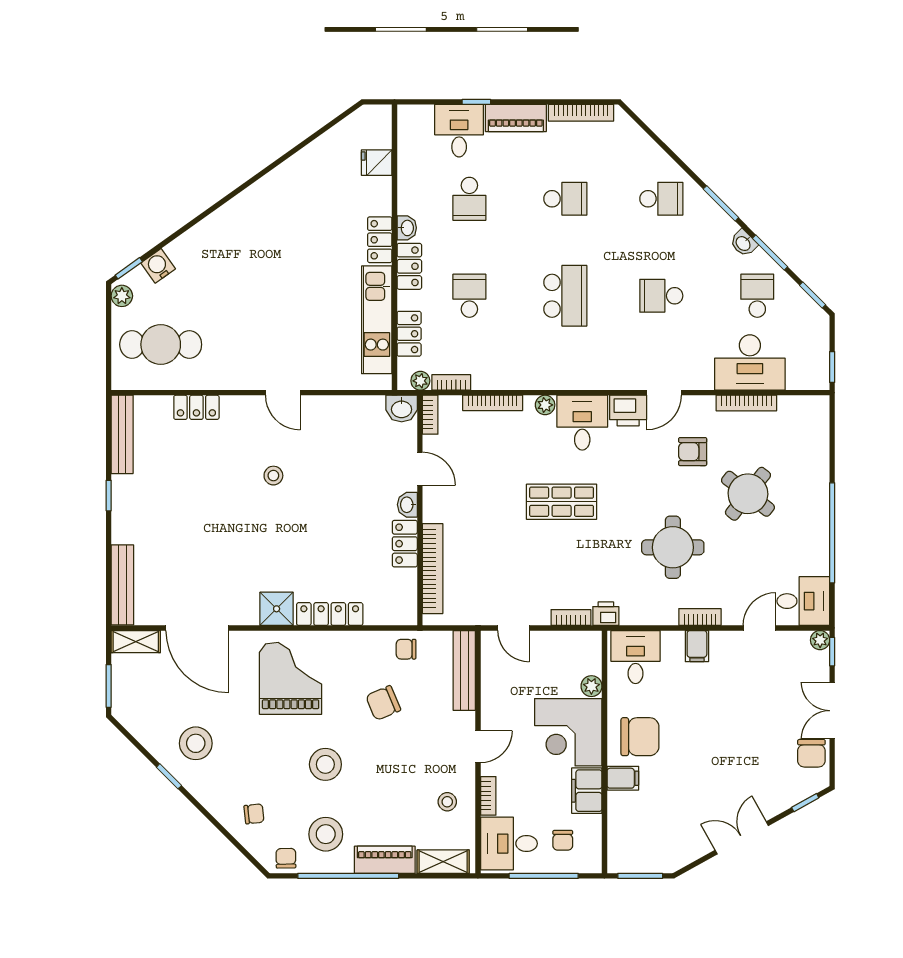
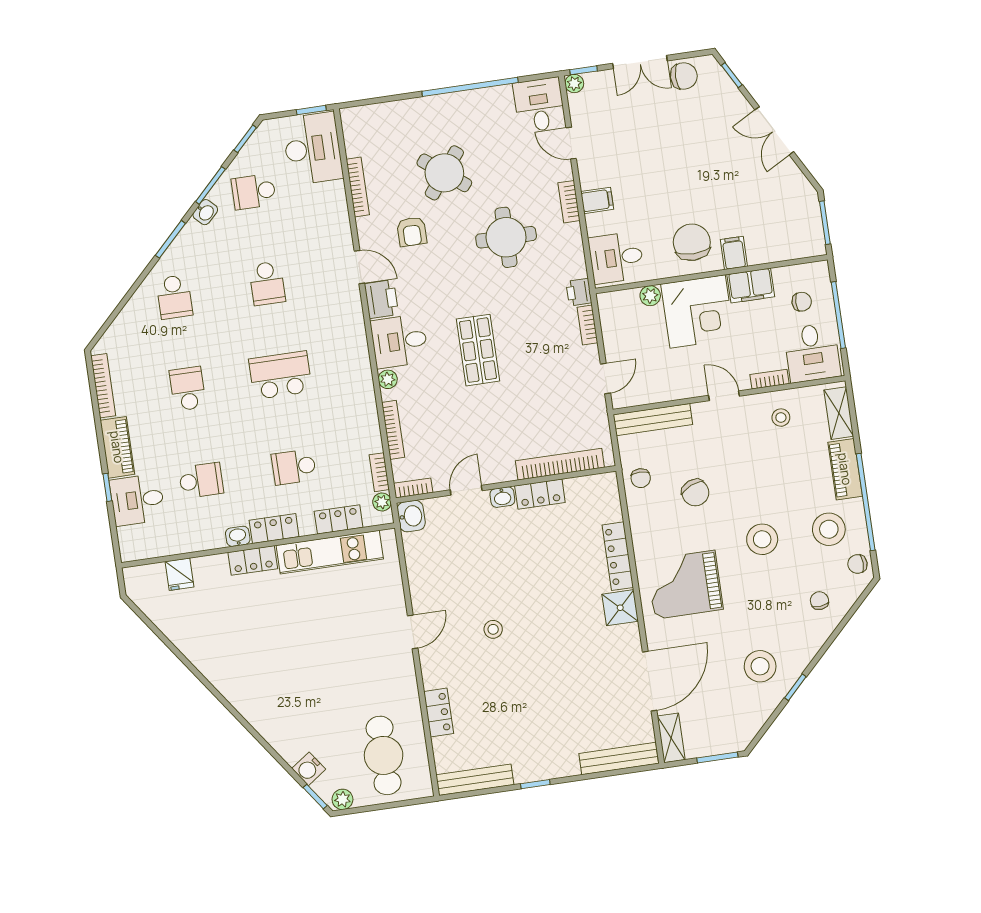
school desk: (661, 199) -> (174, 297), turned 180
desk: (750, 363) -> (313, 148), moved

